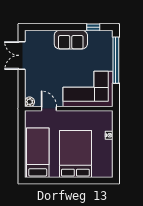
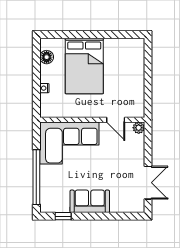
bed: (38, 153) -> (129, 67), removed
floor lamp: (107, 161) -> (47, 57), added

